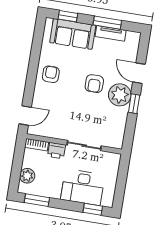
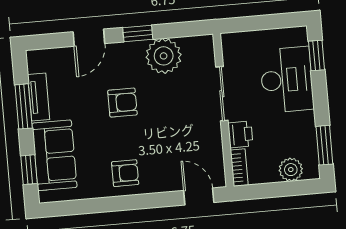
armchair: (51, 74) -> (125, 173), turned 180
plant: (120, 95) -> (164, 56), moved

